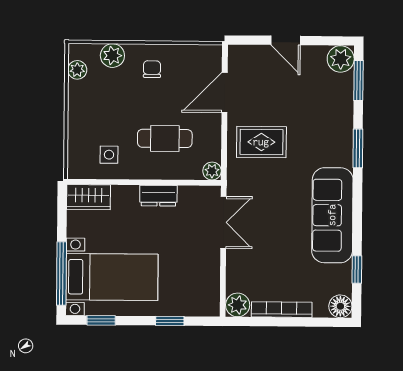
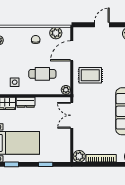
door: (286, 40) -> (102, 25), swing flipped
plant: (112, 56) -> (56, 33), moved
dresser: (158, 196) -> (26, 102), moved
double door: (223, 222) -> (72, 115), swing flipped

